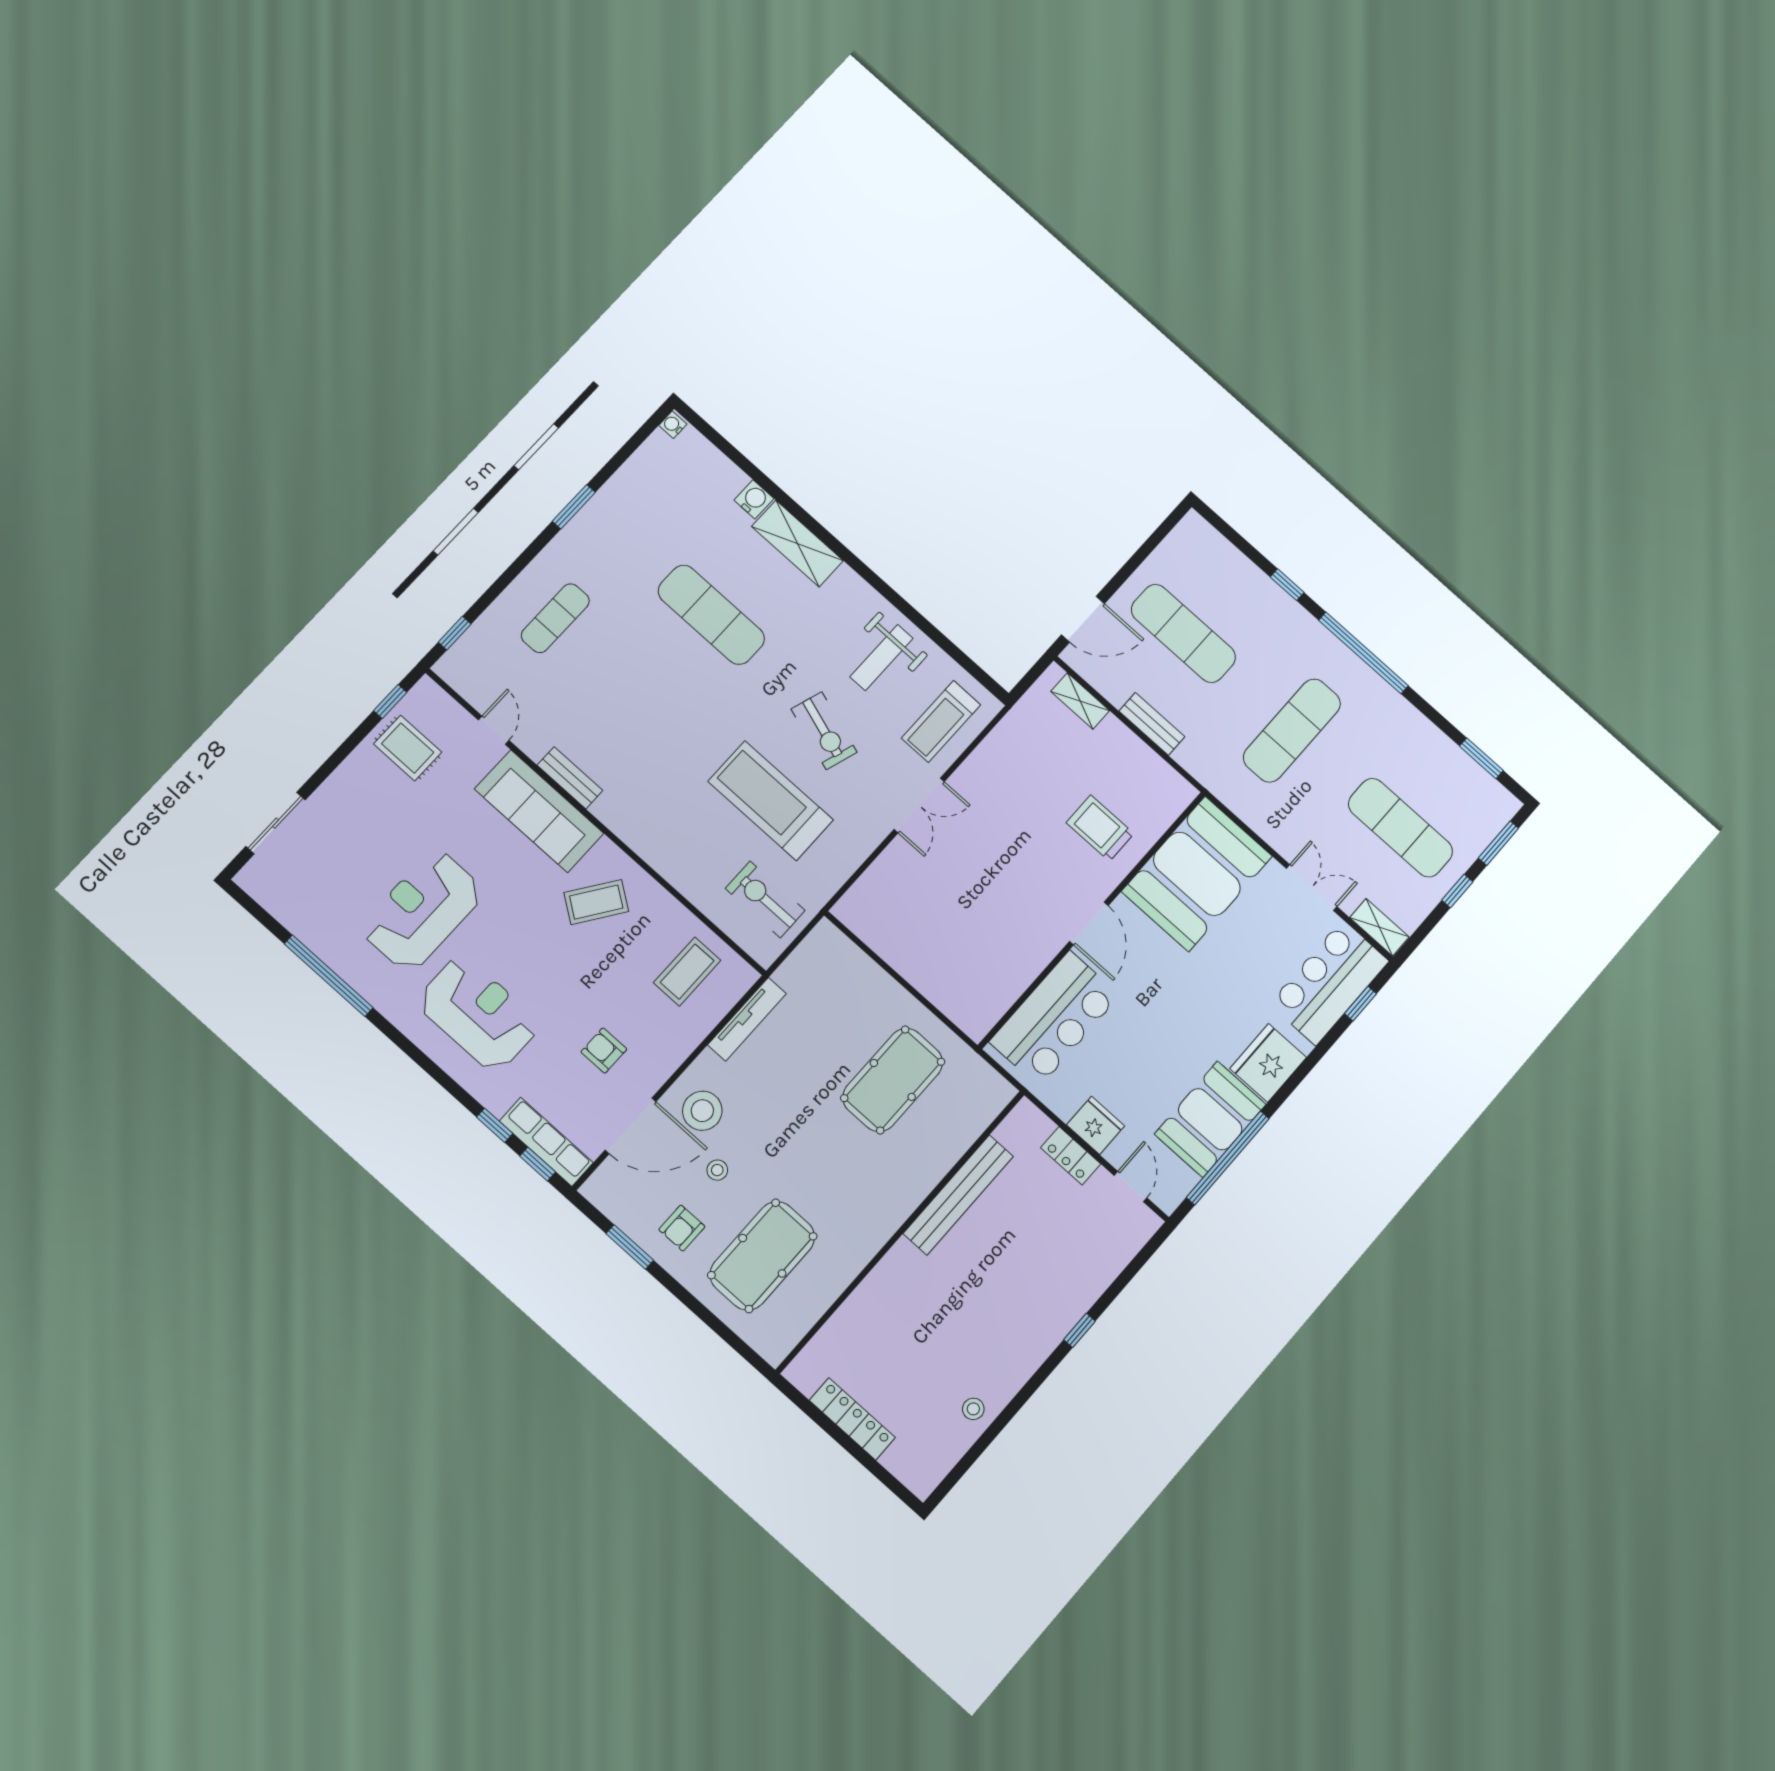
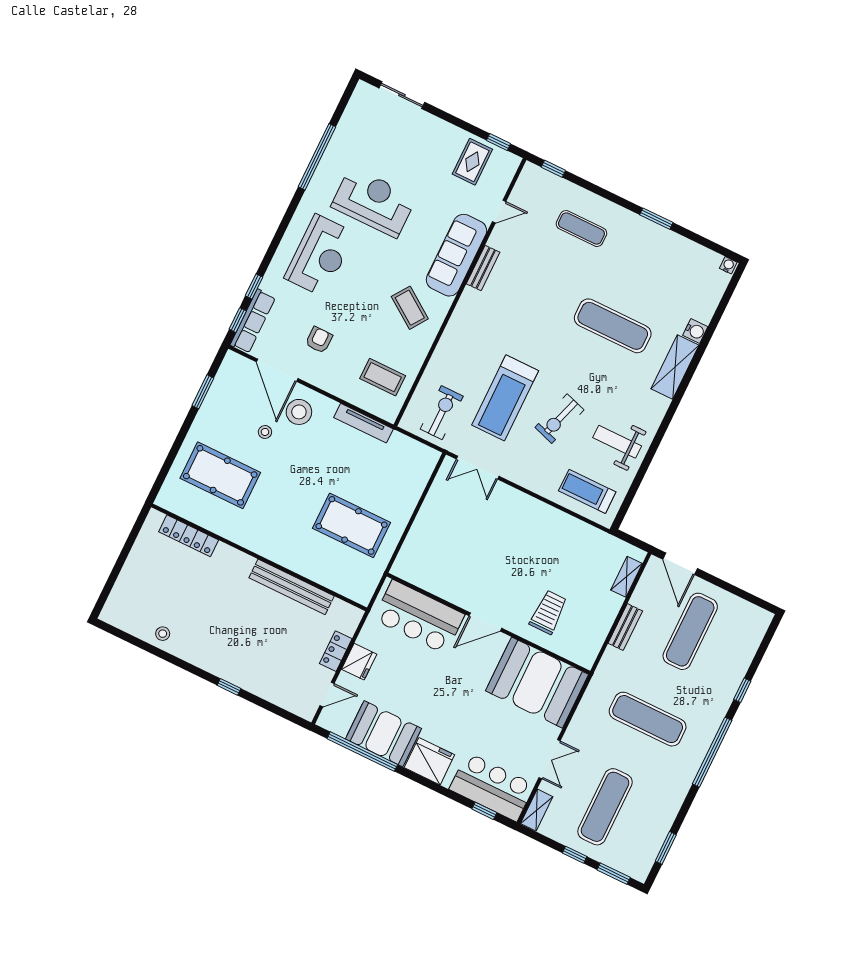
exercise mat: (711, 615) -> (613, 326), turned 90
treadmill: (771, 801) -> (505, 398), turned 180
double door: (919, 805) -> (478, 468), moved
armchair: (682, 1228) -> (223, 421), removed
locker: (852, 1419) -> (189, 536), moved, turned 90

